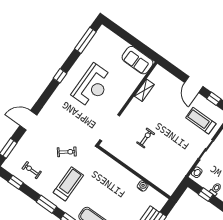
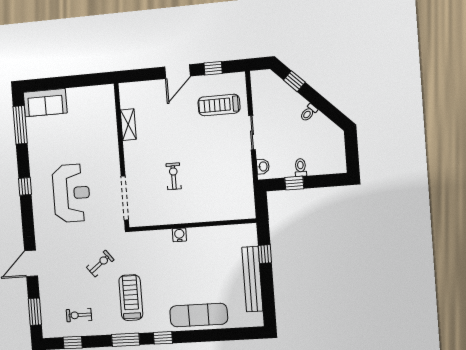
sofa: (137, 60) -> (45, 103), moved
door: (194, 84) -> (177, 72), hinge flipped
reception desk: (92, 86) -> (71, 193), moved
water cooler: (143, 186) -> (179, 235), moved

